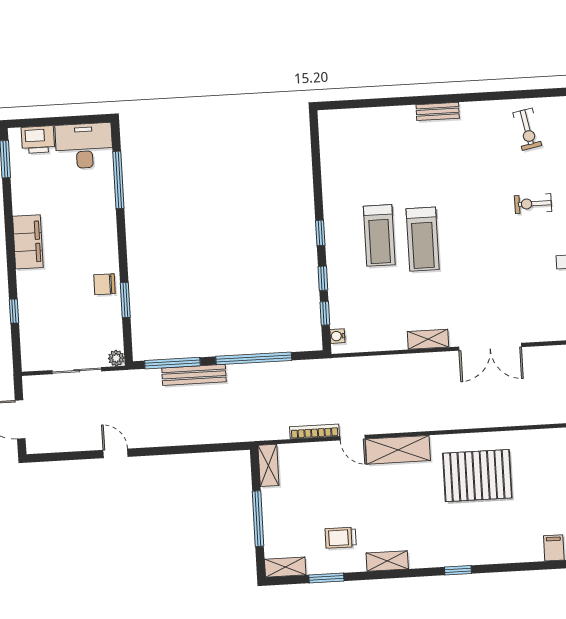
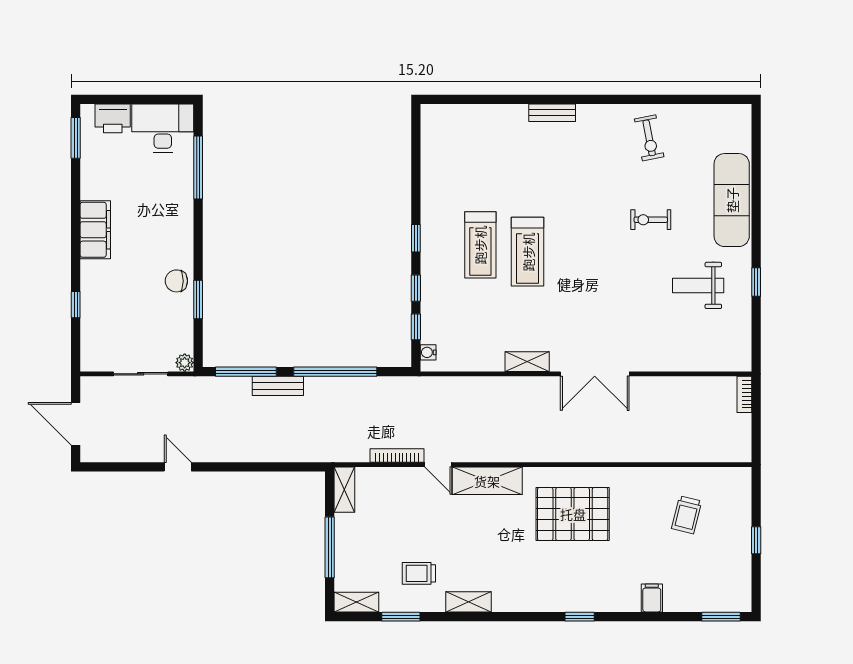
bench: (194, 375) -> (278, 386), width x0.73
window: (458, 570) -> (580, 617), moved

